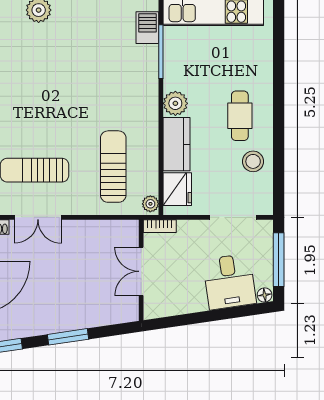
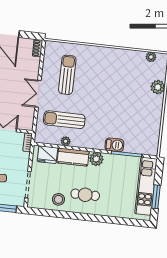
barbecue: (147, 28) -> (114, 145), moved
sun lounger: (113, 167) -> (64, 120), turned 180
plant: (150, 204) -> (66, 141), moved
double door: (38, 217) -> (38, 94), moved

